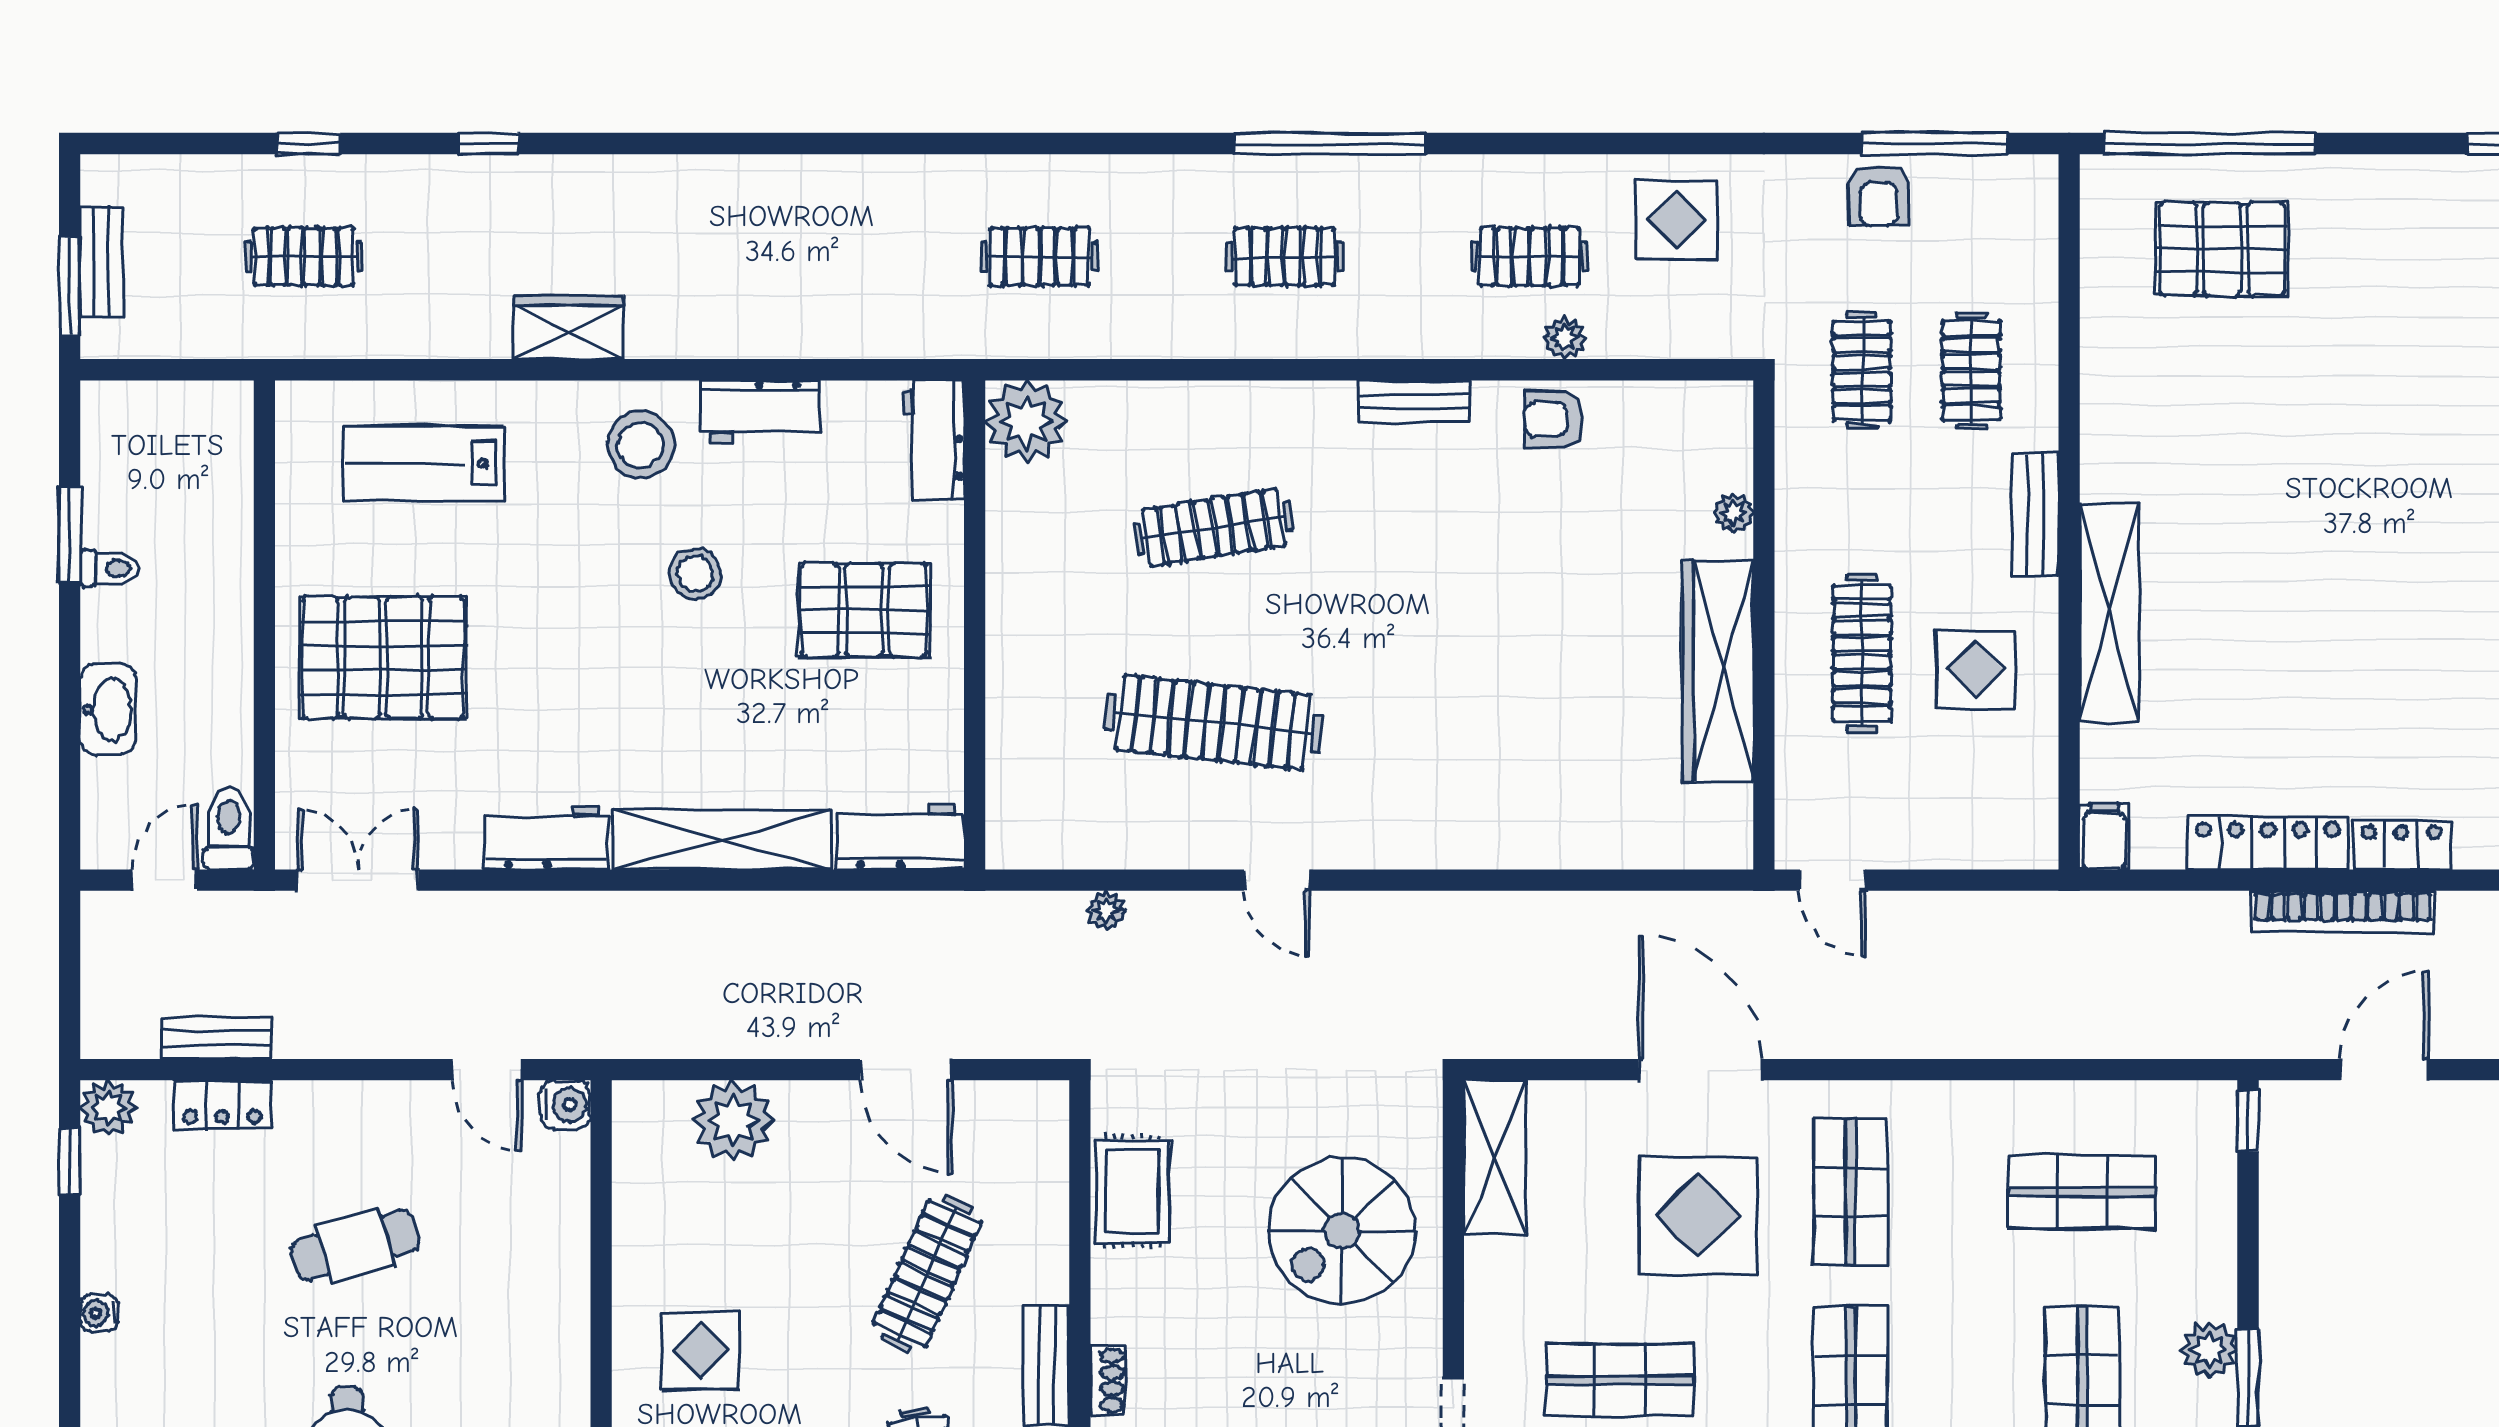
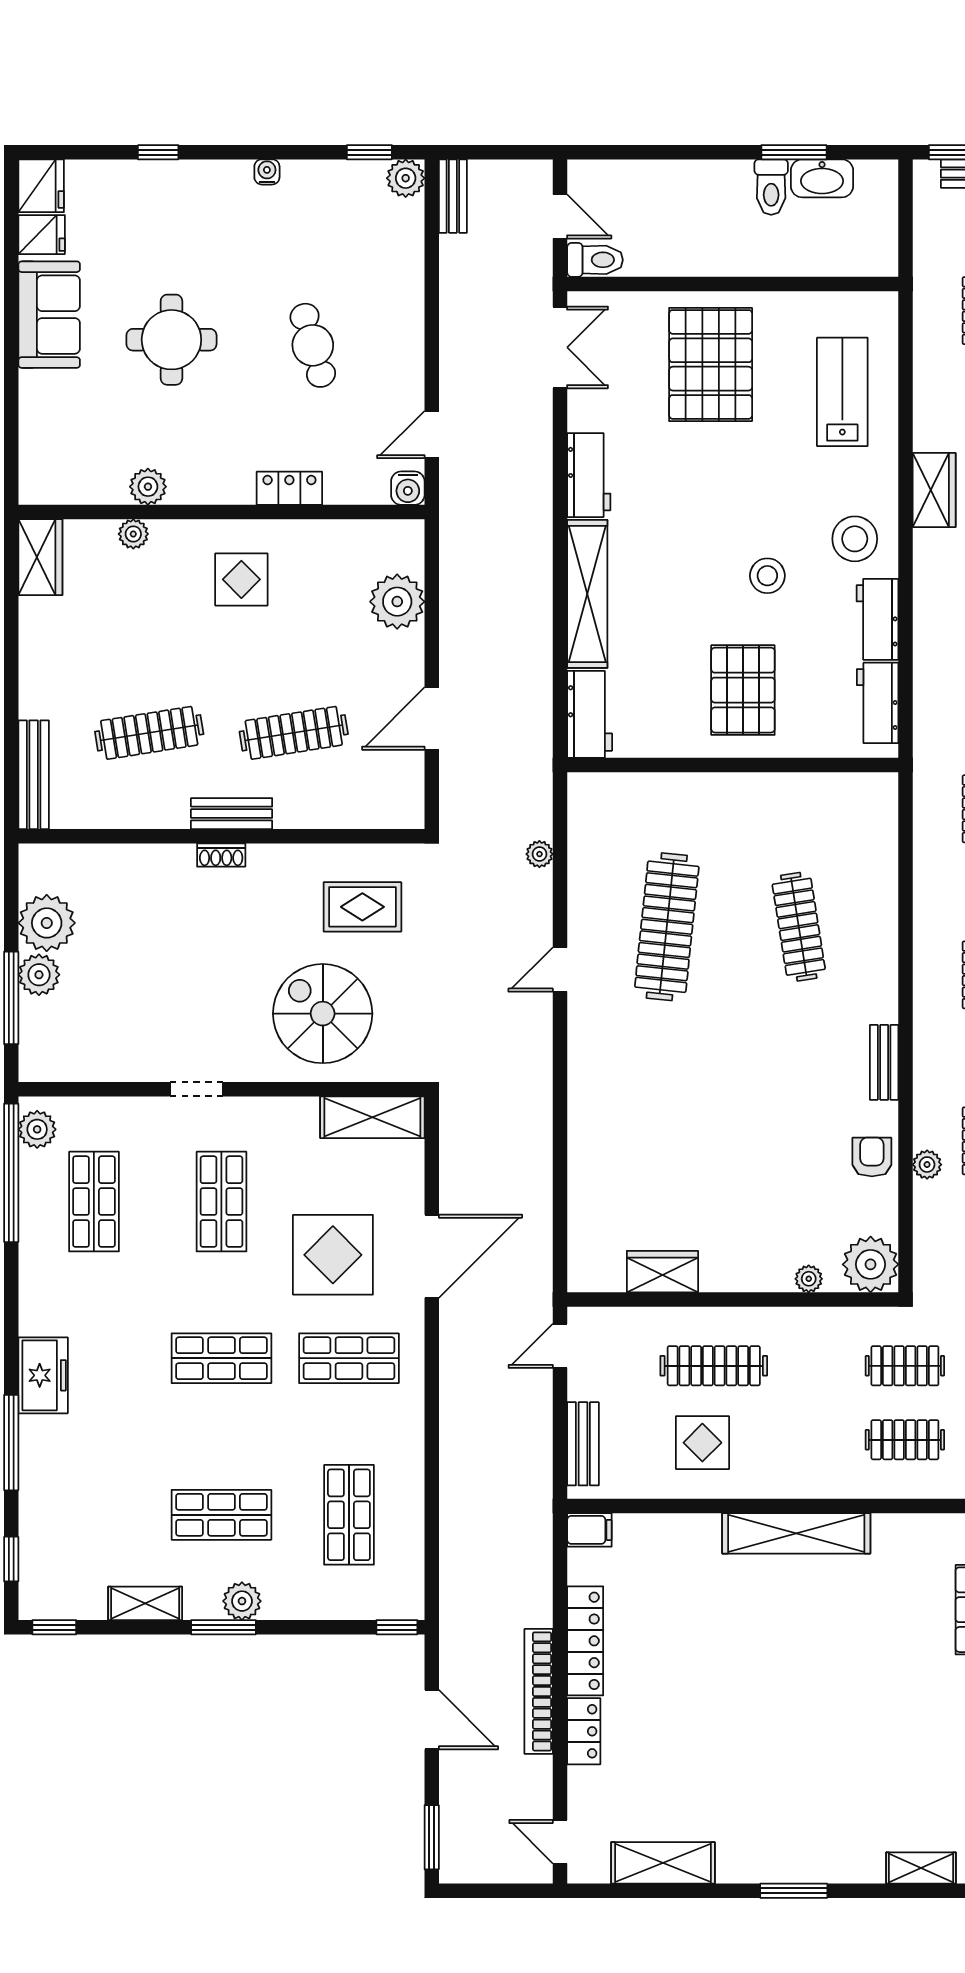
plant: (1026, 421) -> (871, 1264), moved
workbench: (933, 440) -> (878, 703), moved, turned -90
bench: (2035, 514) -> (583, 1444), moved, turned 90
toilet: (110, 568) -> (771, 187), width x1.37, depth x1.39
shelving: (2109, 612) -> (796, 1533), moved
wardrobe: (1718, 671) -> (662, 1272), width x0.48, depth x0.85
washbasin: (108, 710) -> (822, 178), moved
bench: (217, 1038) -> (453, 196), moved
locker: (222, 1105) -> (289, 488), moved, turned 90
rug: (1133, 1191) -> (362, 907), moved
clothes rail: (927, 1273) -> (294, 733), turned -33

